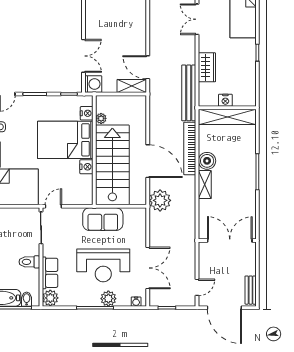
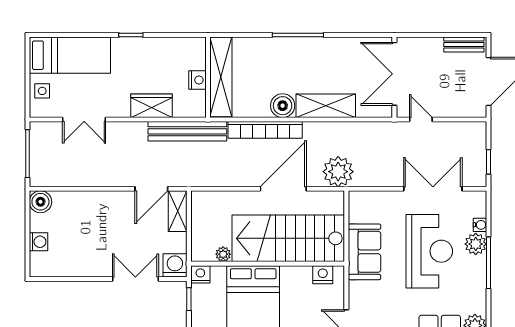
nightstand: (87, 113) -> (200, 274), moved
nightstand: (86, 167) -> (323, 275), moved
shelving: (205, 185) -> (326, 106), width x1.50, depth x1.33
door: (197, 287) -> (421, 120), moved
water cooler: (136, 302) -> (480, 225), moved

